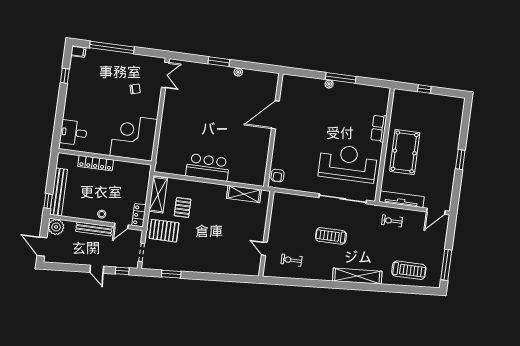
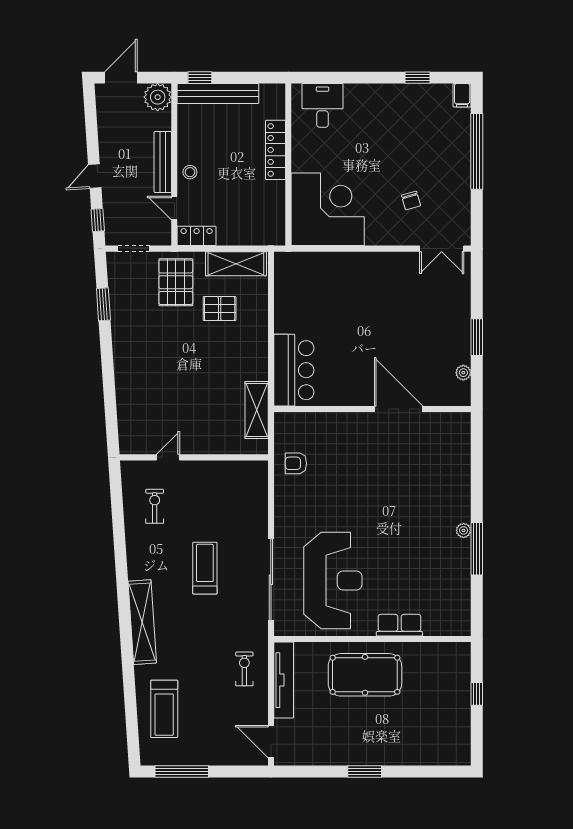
door: (275, 115) -> (399, 409), moved
wall: (273, 130) -> (372, 409), moved
bar counter: (208, 167) -> (294, 370), moved

